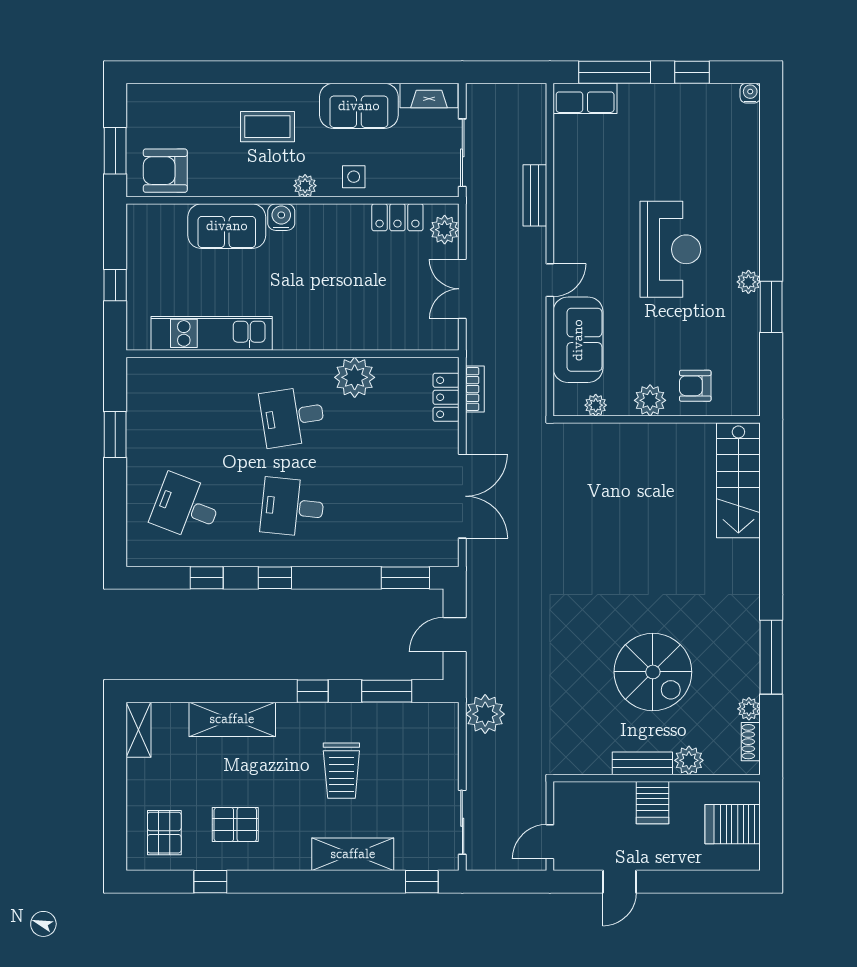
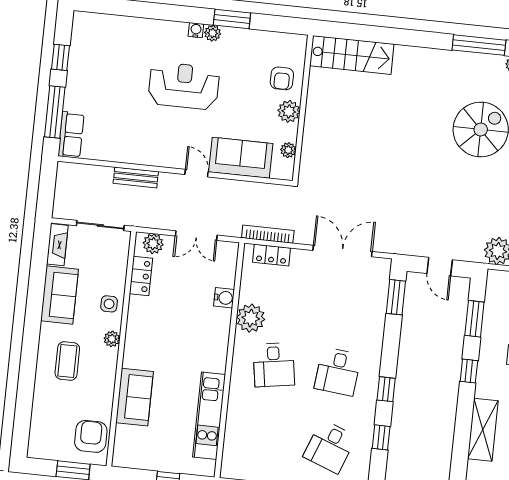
water cooler: (750, 93) -> (196, 30), moved, turned 90
armchair: (165, 171) -> (91, 436), turned 180
water cooler: (281, 217) -> (224, 298), moved, turned 180
bookcase: (475, 389) -> (268, 234), width x1.56

